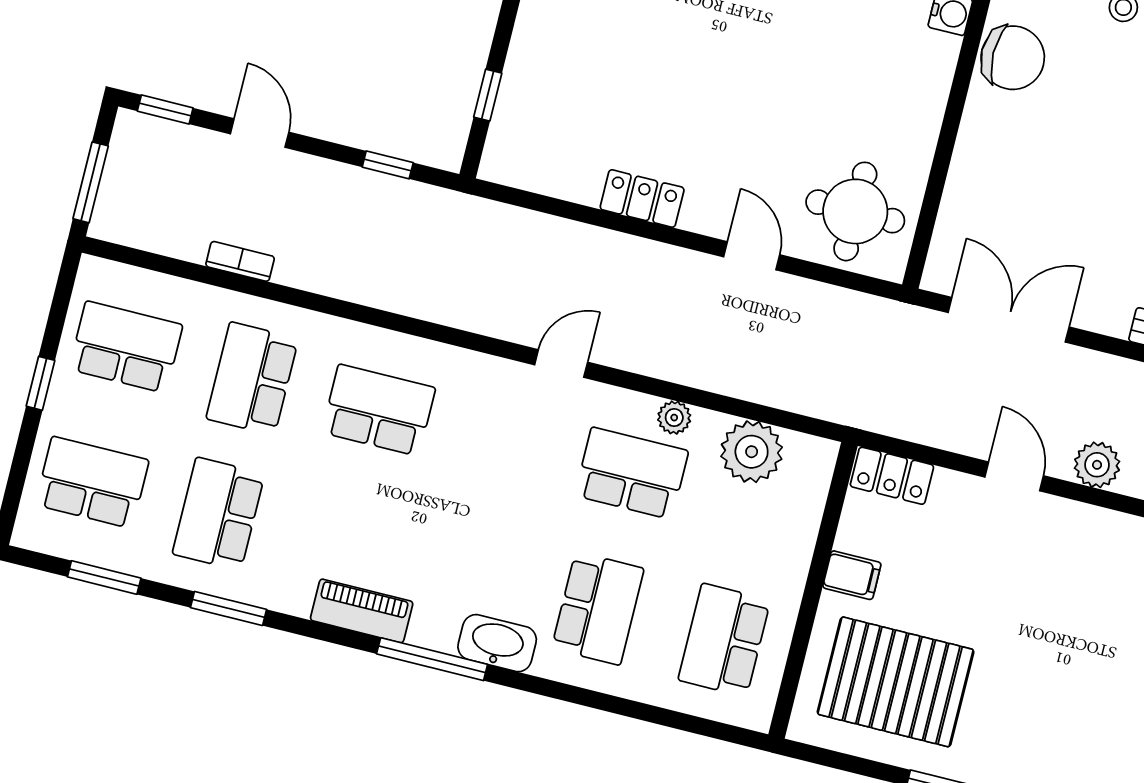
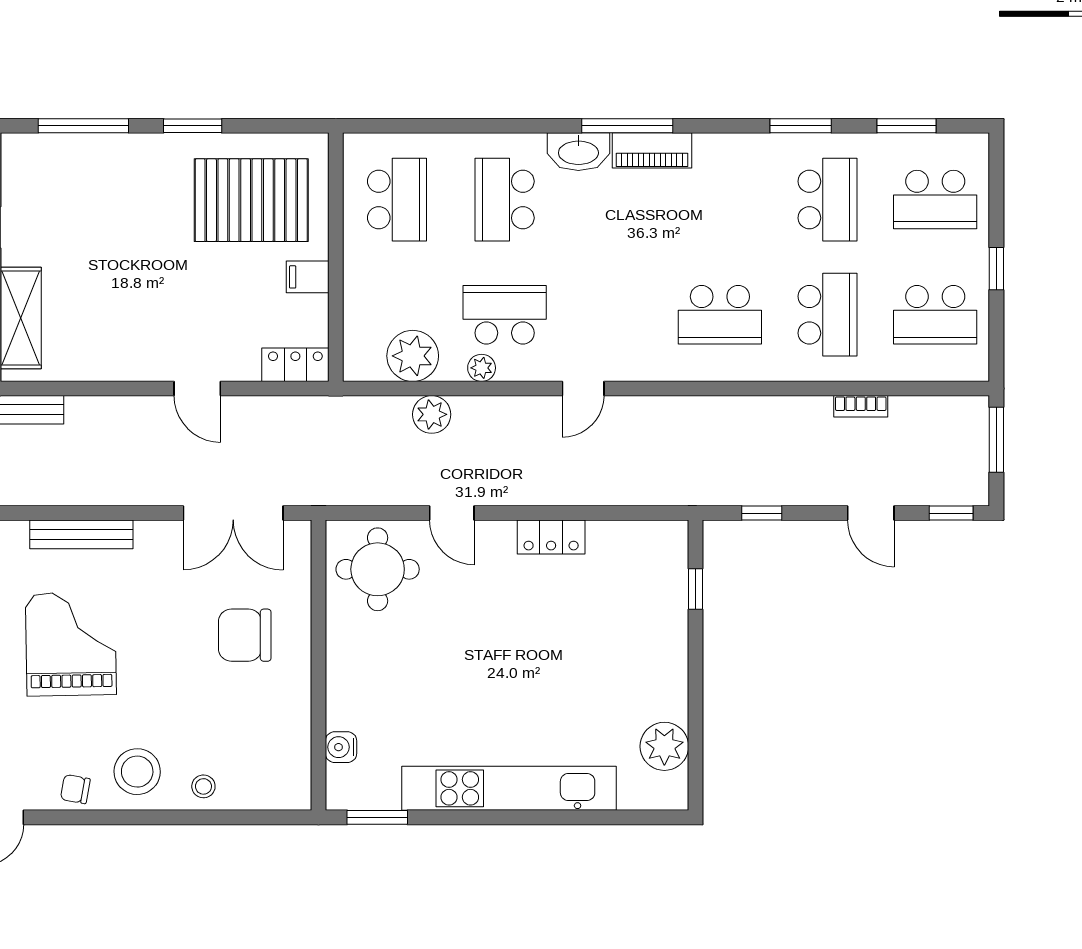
chair: (1013, 58) -> (245, 635), moved
plant: (1097, 465) -> (432, 414), moved
school desk: (632, 473) -> (505, 315), turned 180
piano: (362, 611) -> (652, 150), moved

